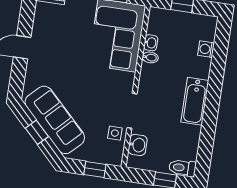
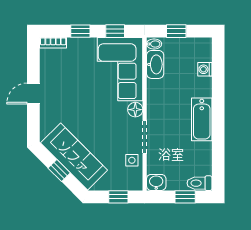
washbasin: (151, 43) -> (155, 64), width x1.91, depth x1.45
bidet: (150, 57) -> (154, 44), moved
floor lamp: (127, 80) -> (135, 110), added
washbasin: (138, 145) -> (156, 182), moved, turned -90

